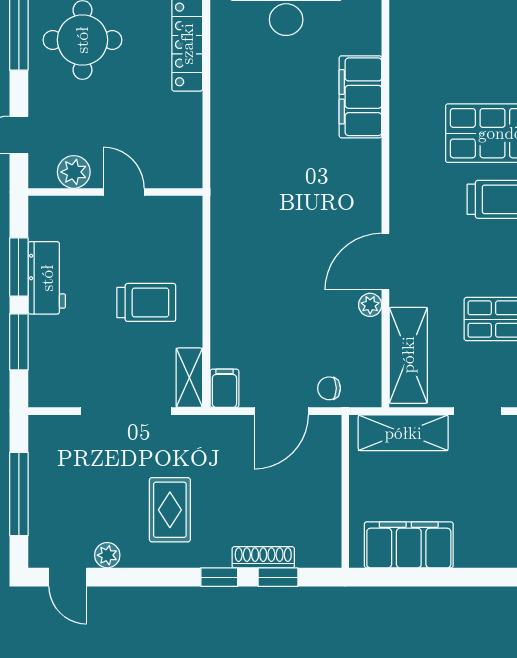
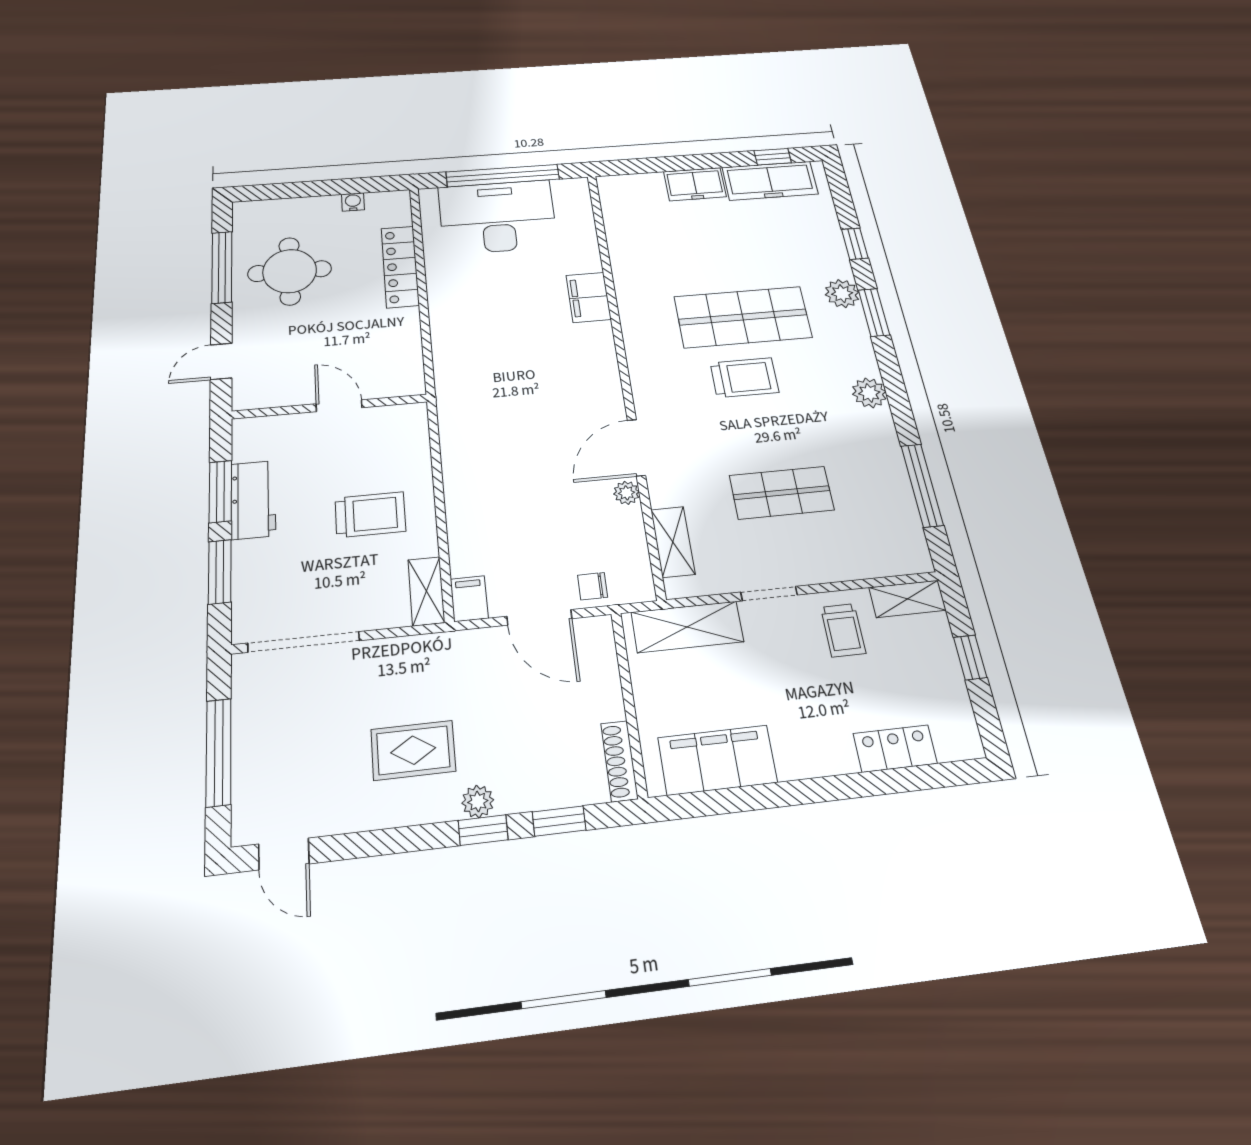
filing cabinet: (360, 97) -> (589, 297), width x0.67, depth x0.86
plant: (74, 172) -> (283, 391), removed
shelving: (408, 355) -> (673, 542), width x0.67, depth x0.75
doorway: (126, 411) -> (304, 642), moved
door: (281, 411) -> (539, 617), hinge flipped
rug: (170, 510) -> (413, 750), turned 90
plant: (107, 555) -> (478, 802), moved
shoe rack: (263, 557) -> (619, 761), moved, turned -90

